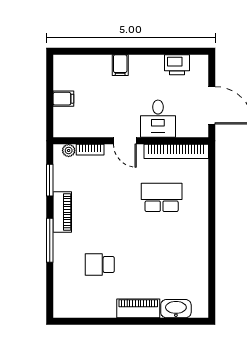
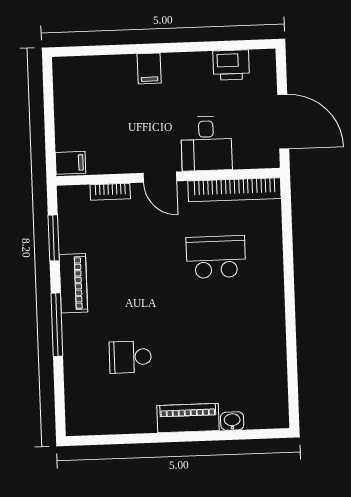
filing cabinet: (63, 99) -> (71, 163), moved
plant: (69, 150) -> (79, 194), removed
washbasin: (176, 309) -> (232, 421), width x0.52, depth x0.69

